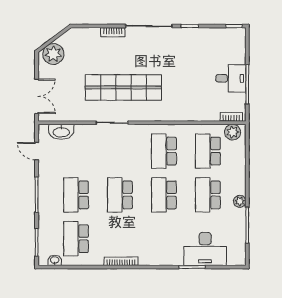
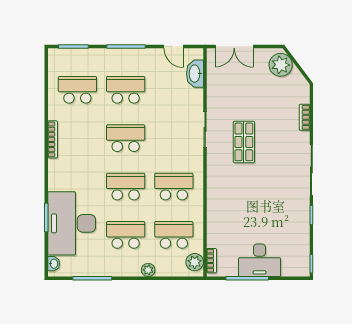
bookcase: (113, 32) -> (305, 117), moved
desk: (231, 78) -> (260, 260), width x1.37
shop shelf: (123, 87) -> (244, 142), width x0.50, depth x0.74
door: (37, 151) -> (174, 46), swing flipped
plant: (240, 201) -> (148, 270), moved
desk: (205, 249) -> (72, 223), width x1.36, depth x1.30
washbasin: (55, 260) -> (54, 264), moved

